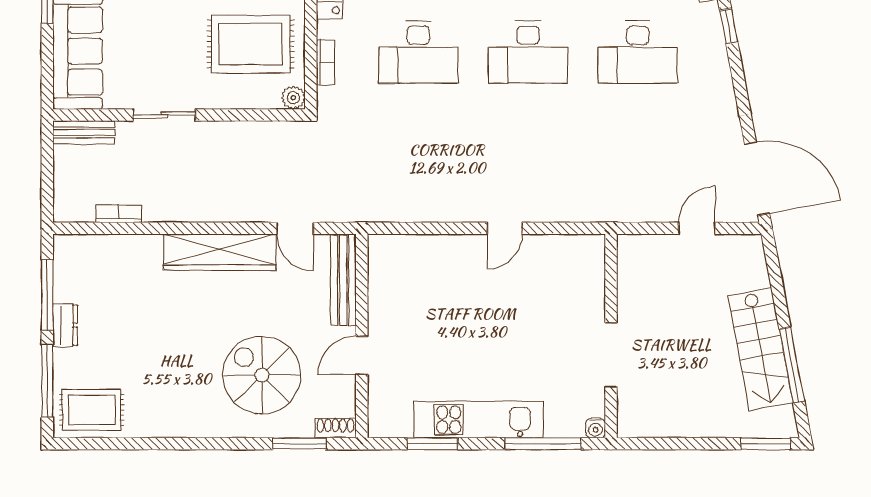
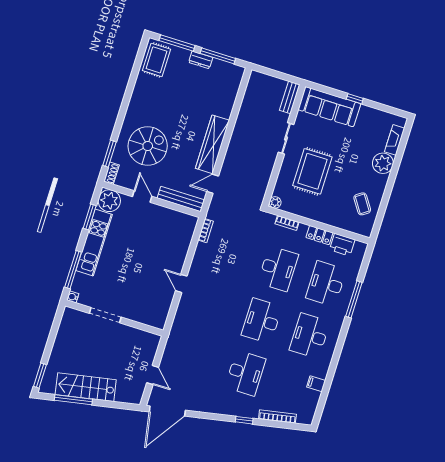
rug: (251, 44) -> (312, 171), moved
desk: (418, 52) -> (278, 269), turned 180
desk: (638, 52) -> (245, 373), turned 180
bookcase: (119, 214) -> (206, 231), moved
plant: (389, 416) -> (109, 201), added

